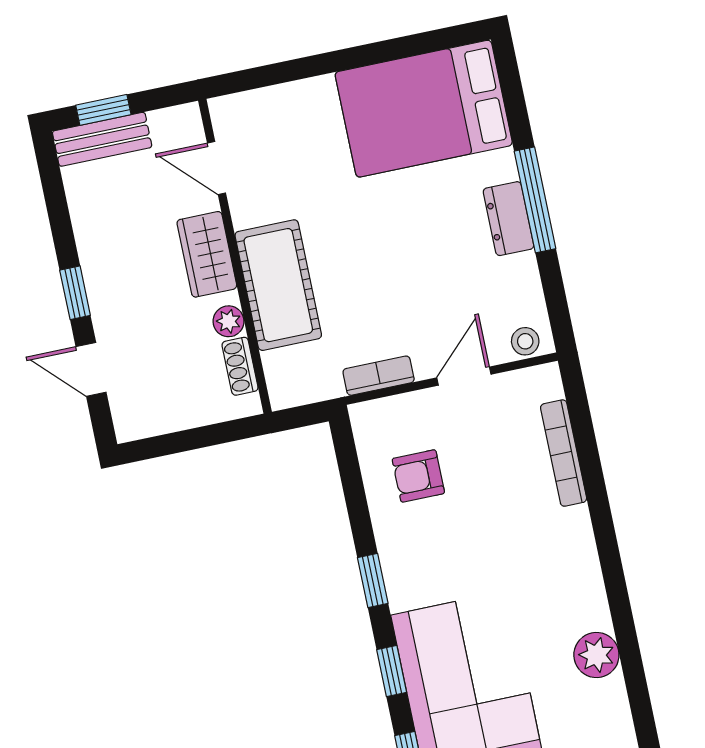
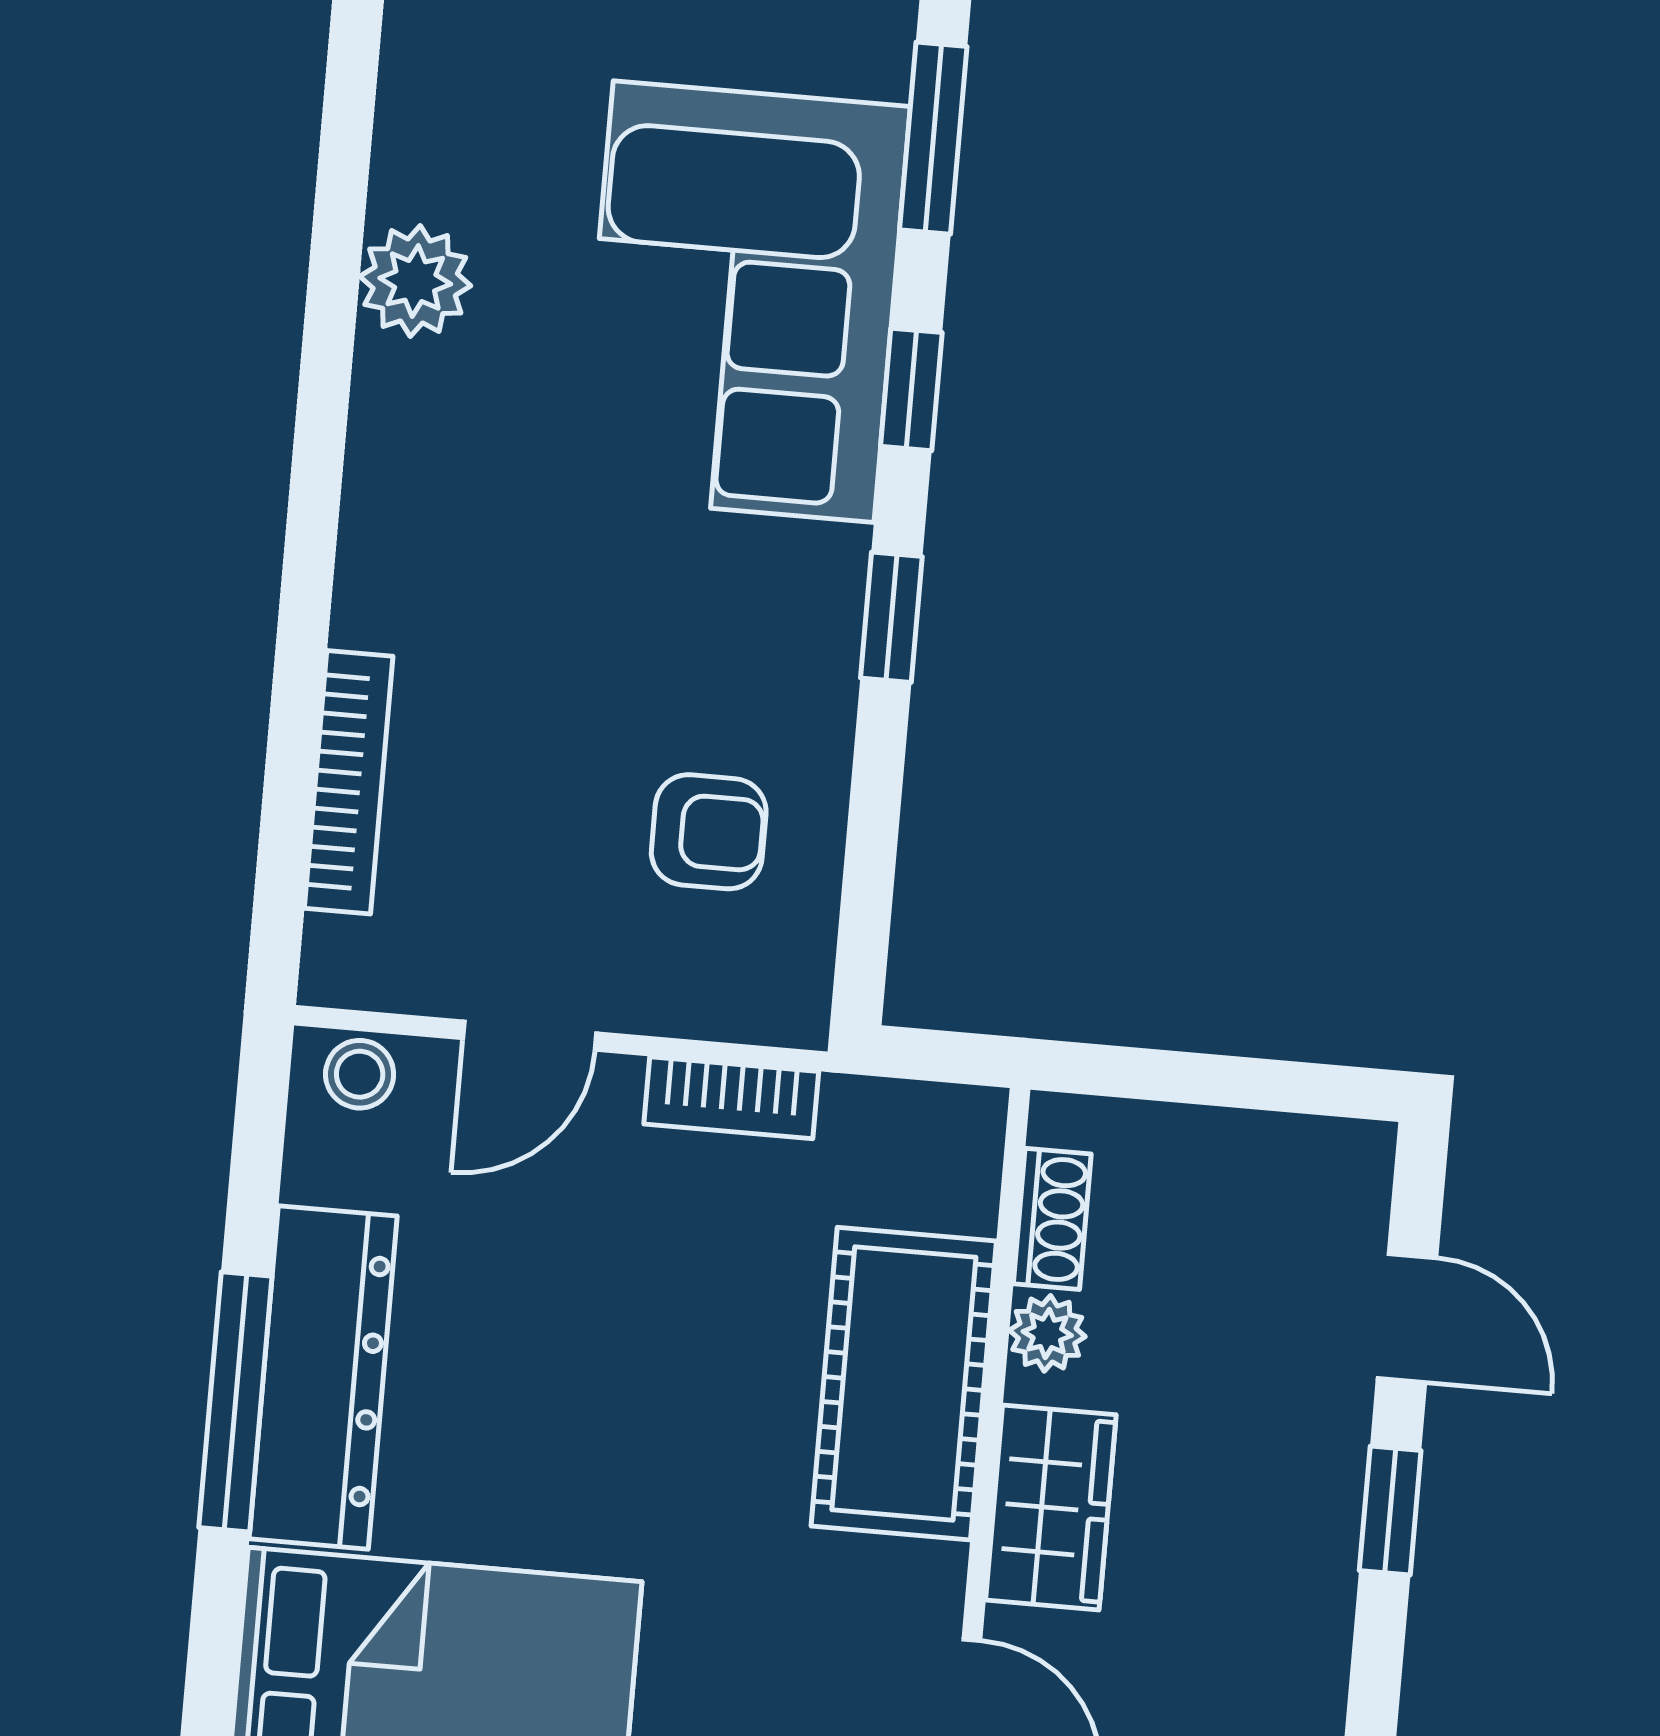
dresser: (508, 219) -> (323, 1377), width x1.96, depth x1.24

